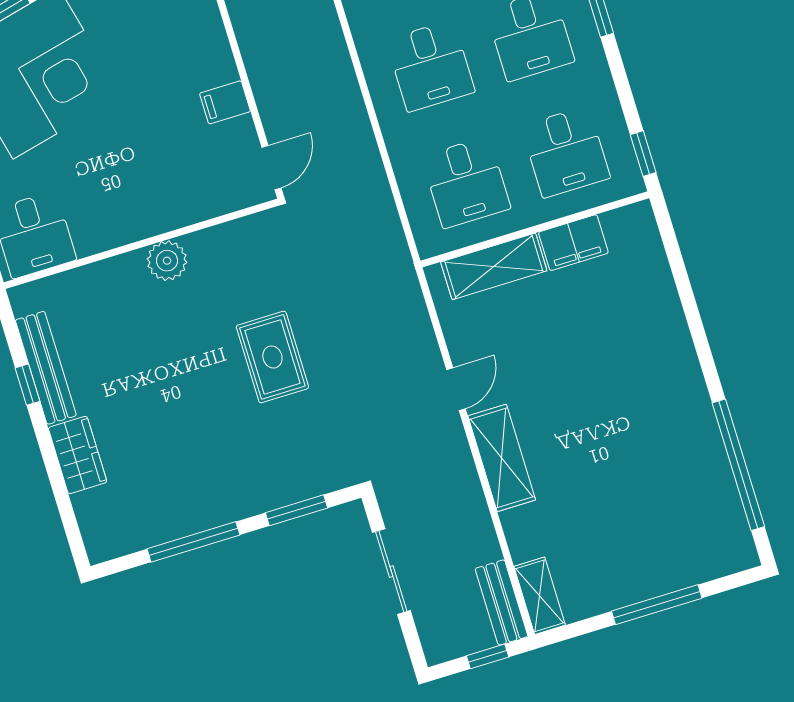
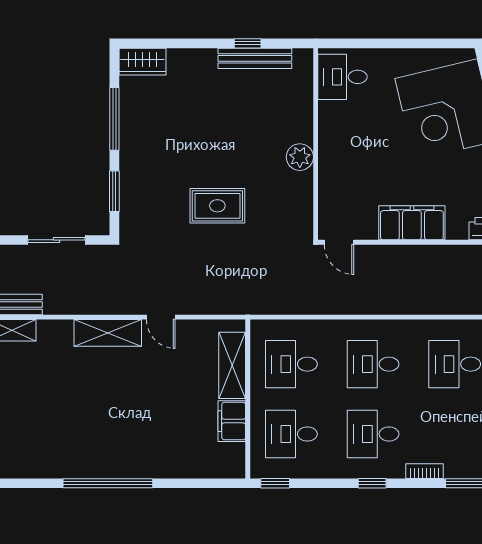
filing cabinet: (225, 102) -> (412, 223), width x3.00, depth x1.17
wardrobe: (78, 455) -> (142, 62), moved
window: (738, 465) -> (108, 483), moved

